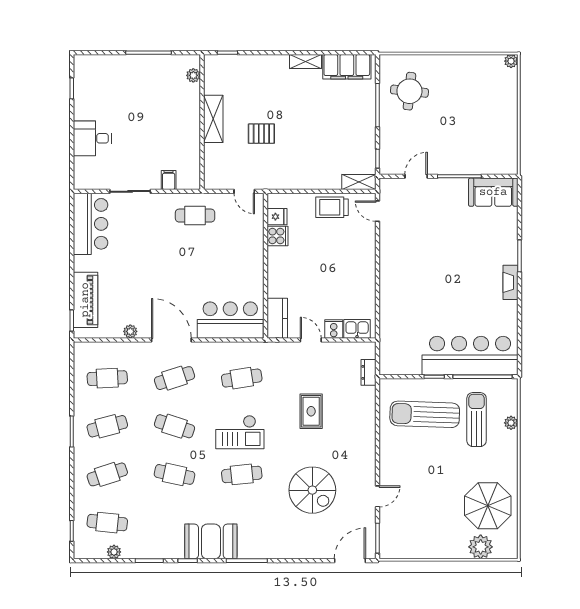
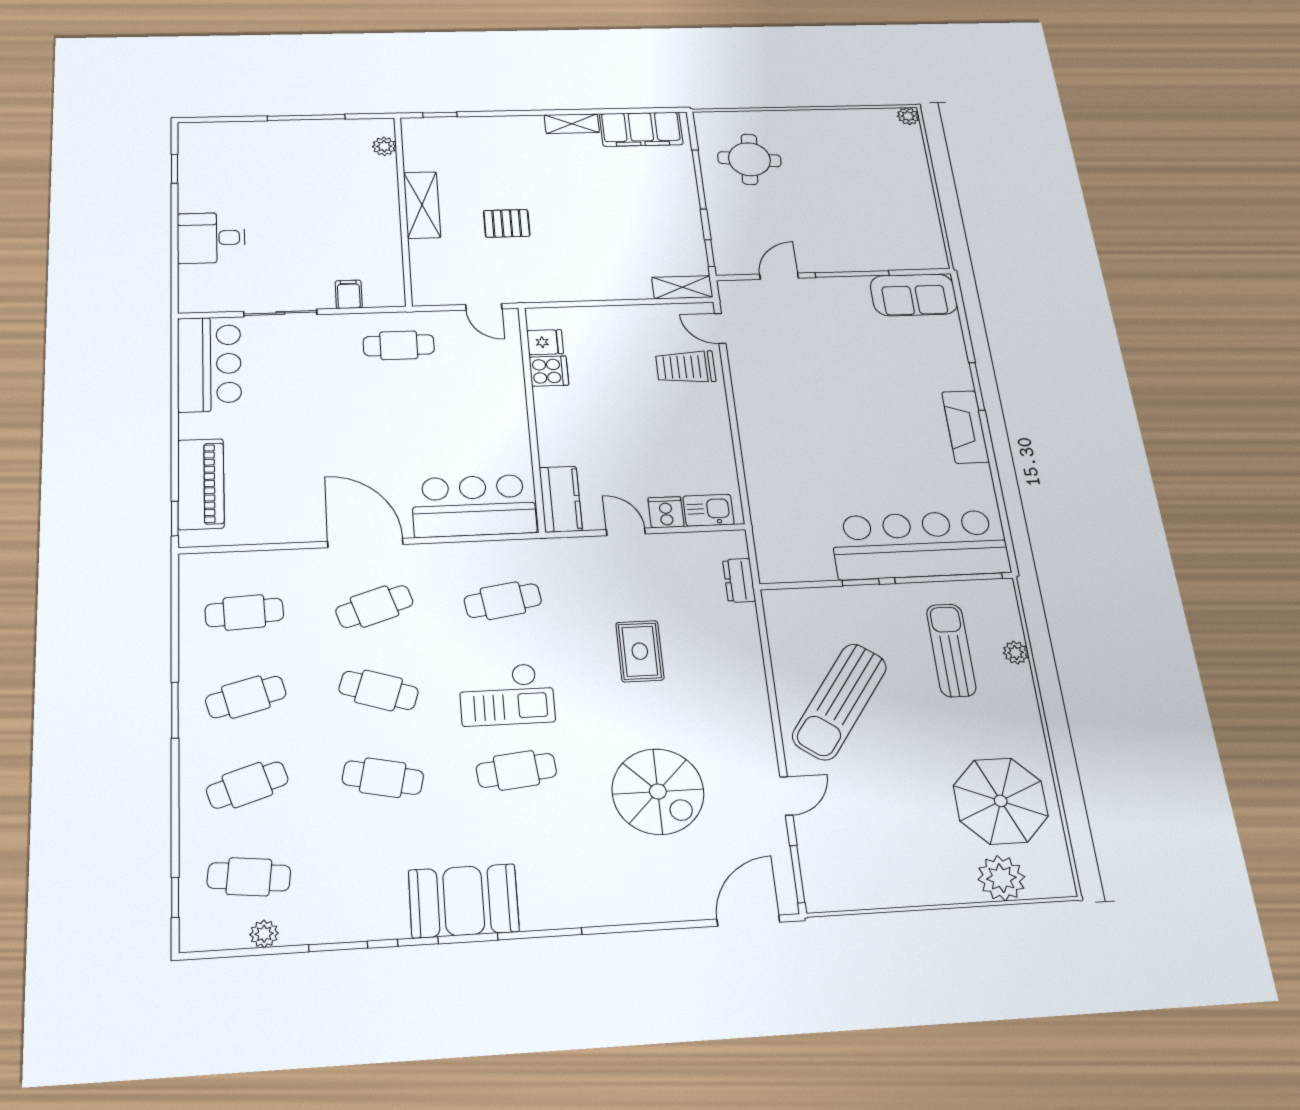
trolley: (332, 207) -> (686, 367), moved
fireplace: (511, 282) -> (965, 427), width x1.37, depth x1.32
plant: (130, 331) -> (287, 532), removed
sun lounger: (425, 414) -> (840, 701), moved, turned -56

